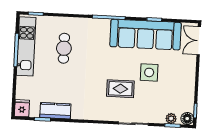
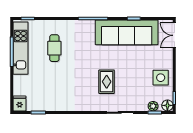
side table: (149, 72) -> (161, 78), moved
rug: (120, 89) -> (107, 82), turned 90
kitchen counter: (55, 111) -> (49, 104), removed

